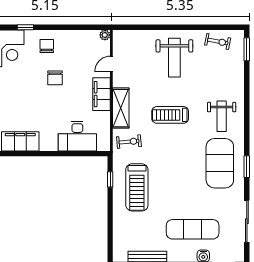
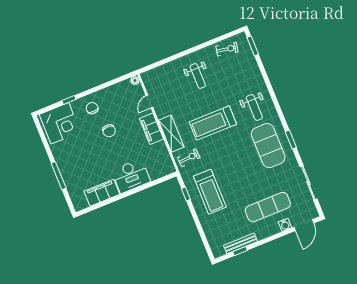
weight bench: (174, 58) -> (198, 76), width x0.73, depth x0.75
treadmill: (170, 115) -> (213, 123), width x1.37, depth x1.38
desk: (77, 136) -> (131, 176), moved

